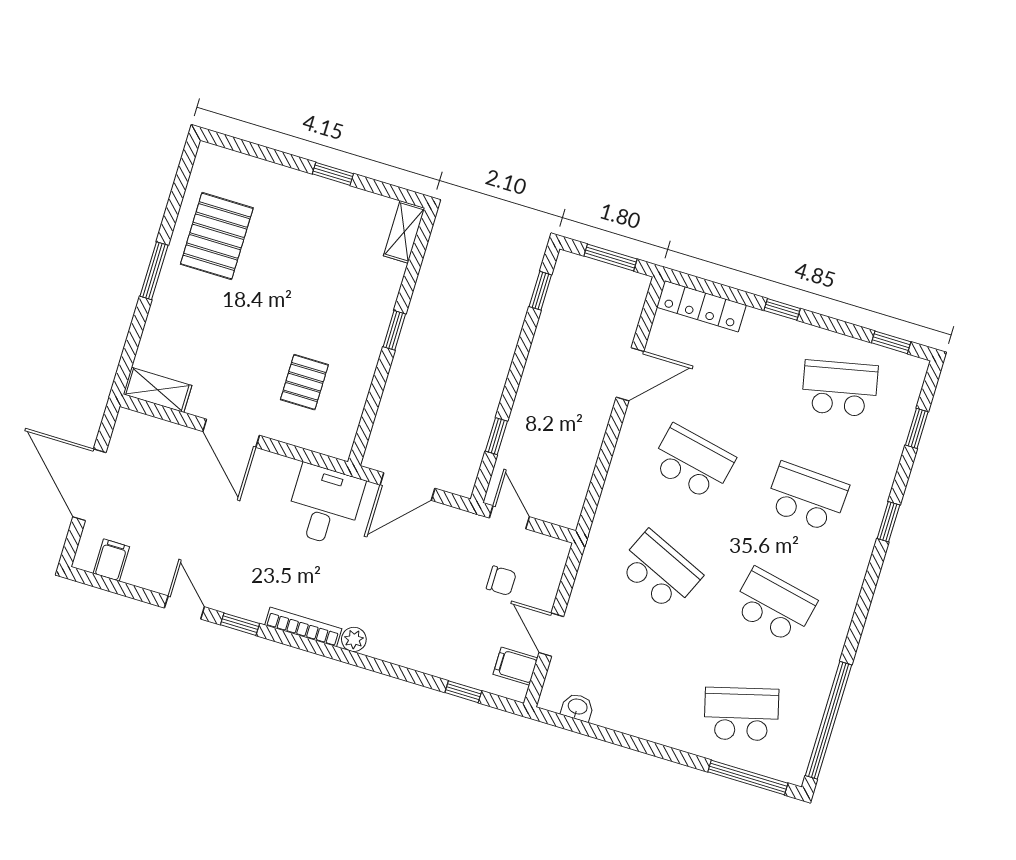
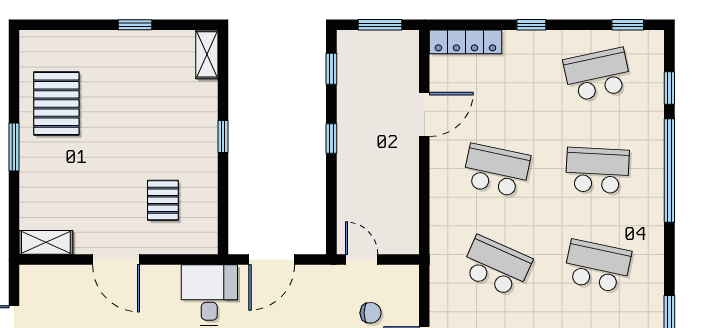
window: (496, 436) -> (331, 138), moved
window: (888, 522) -> (669, 171), width x3.17

